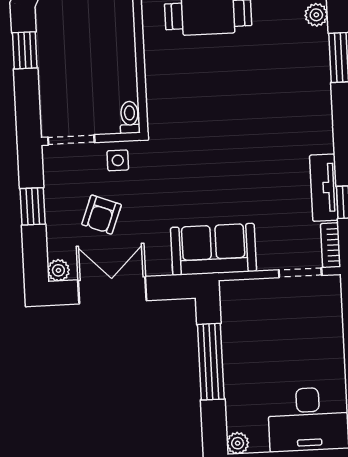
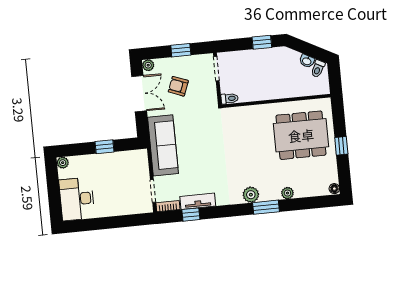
plant: (316, 85) -> (251, 195), added
side table: (118, 160) -> (207, 93), removed
sofa: (213, 249) -> (163, 145), width x1.36
window: (211, 362) -> (104, 147), width x0.46

